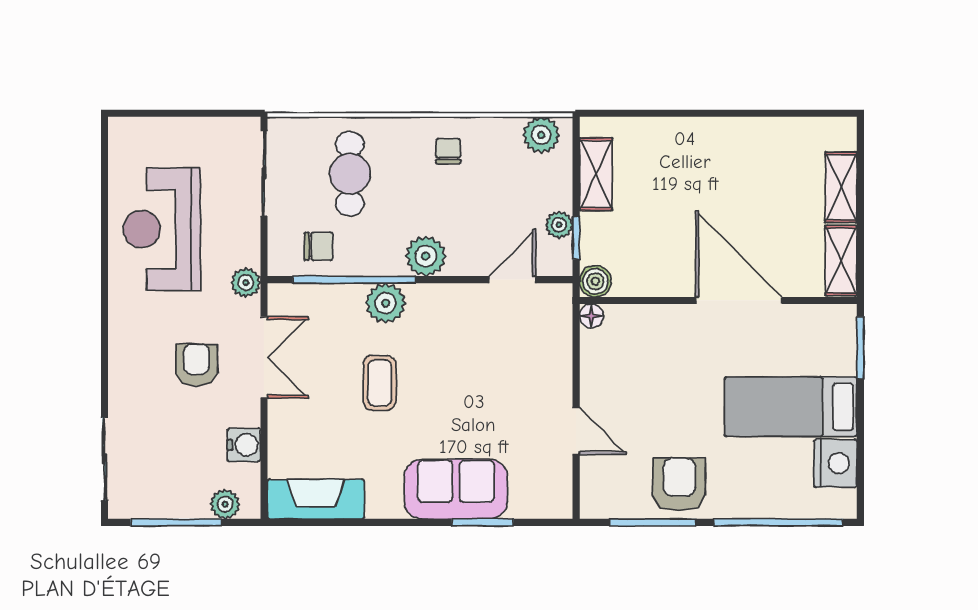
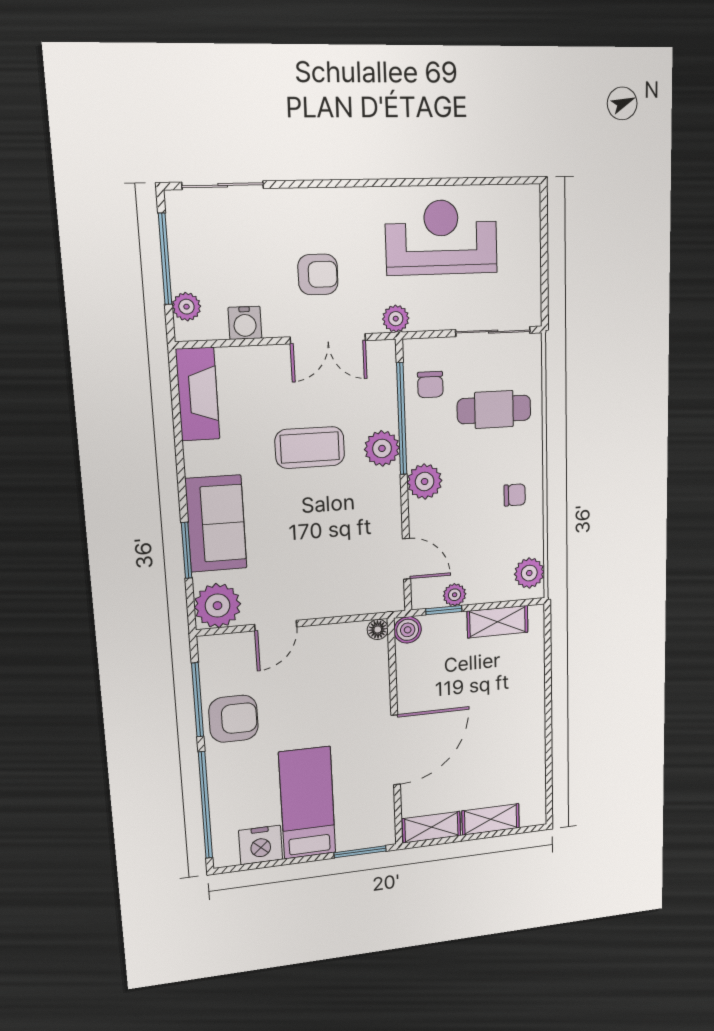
coffee table: (380, 383) -> (310, 448), width x1.36, depth x1.30
plant: (547, 493) -> (218, 606), added

